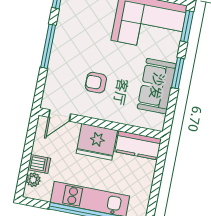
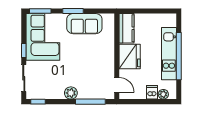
window: (48, 46) -> (90, 102), moved
plant: (61, 47) -> (71, 93), added
armchair: (96, 83) -> (90, 65), removed

